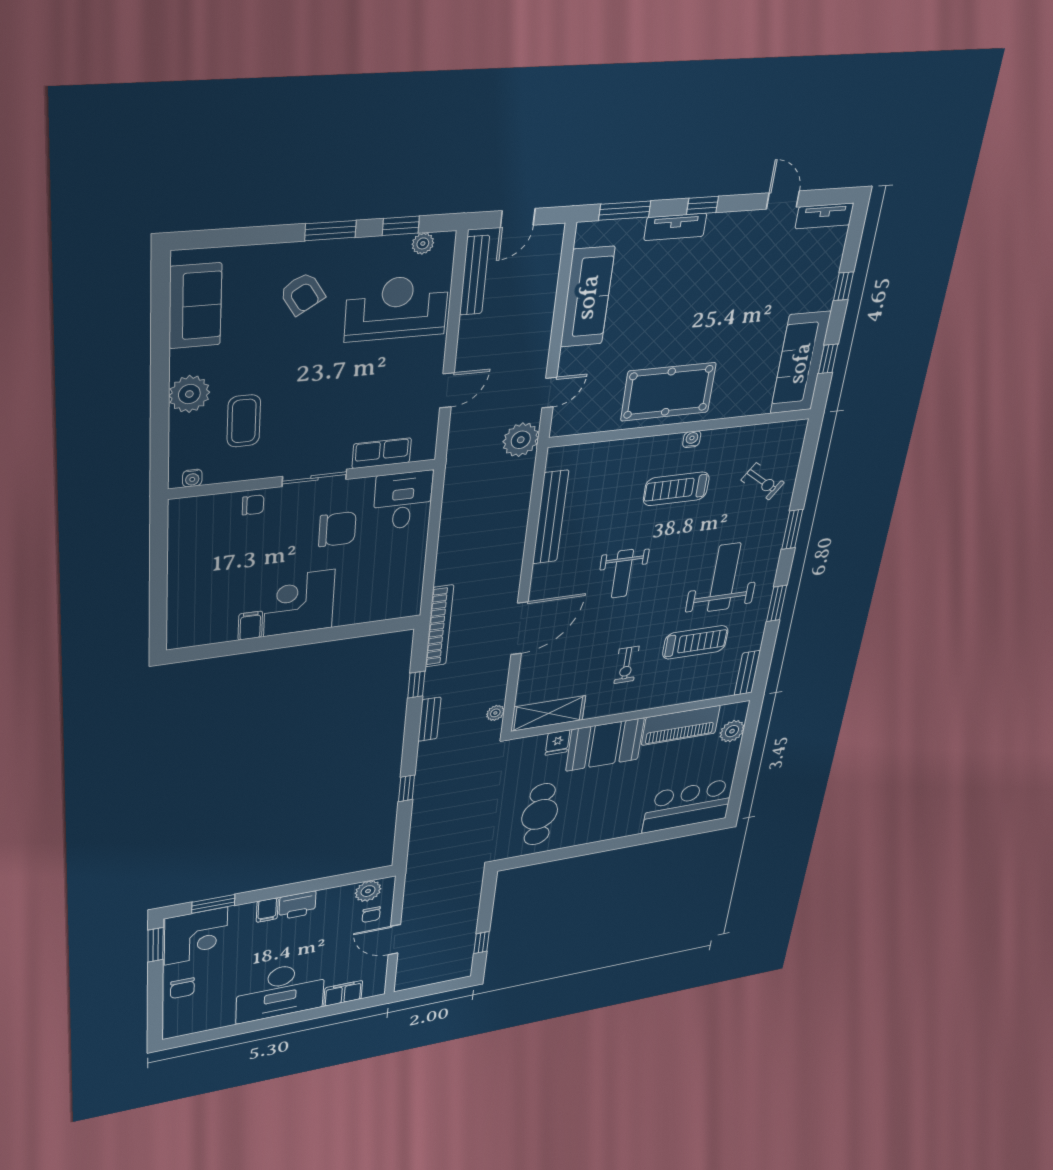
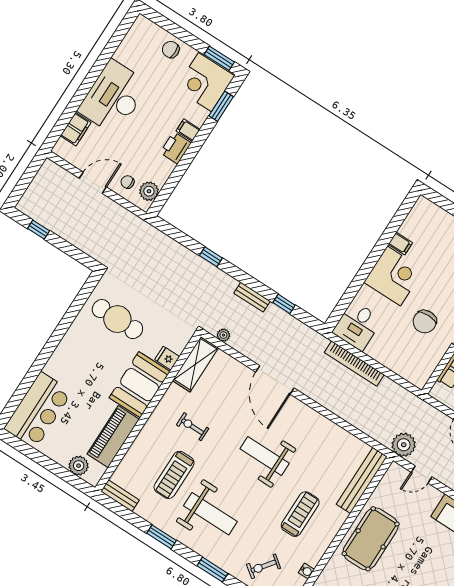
door: (549, 393) -> (422, 474), hinge flipped
water cooler: (692, 439) -> (306, 571), moved
desk: (403, 500) -> (357, 326), moved, turned 90
bench: (550, 517) -> (362, 480), moved, turned 90
weight bench: (622, 574) -> (265, 456), width x1.36, depth x1.33
bookcase: (439, 626) -> (354, 364), moved

